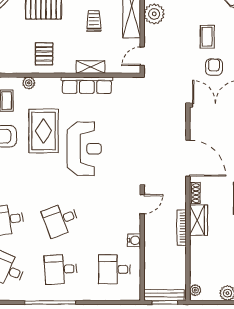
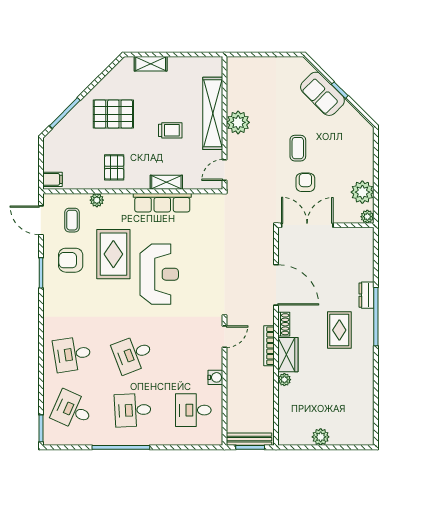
trolley: (94, 21) -> (170, 130), turned 90
bookcase: (182, 228) -> (269, 346), moved
plant: (195, 290) -> (284, 380), moved

